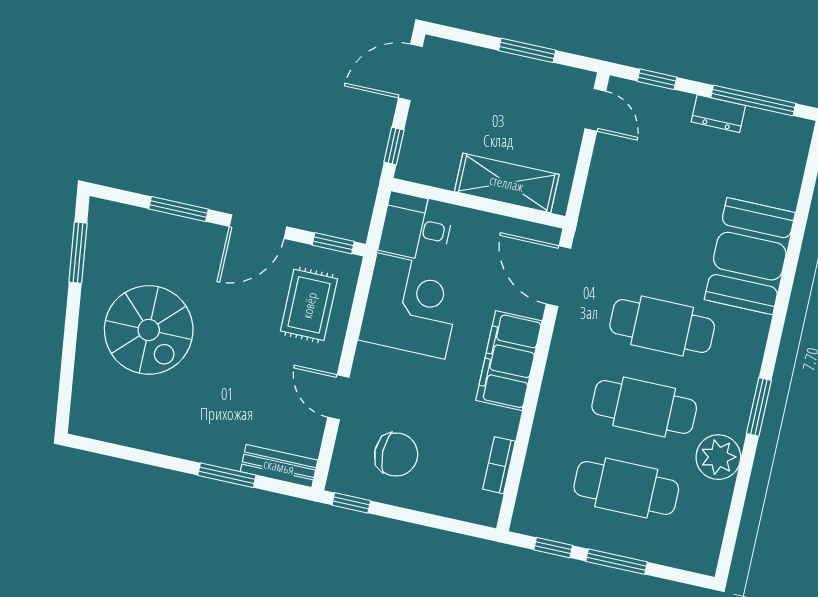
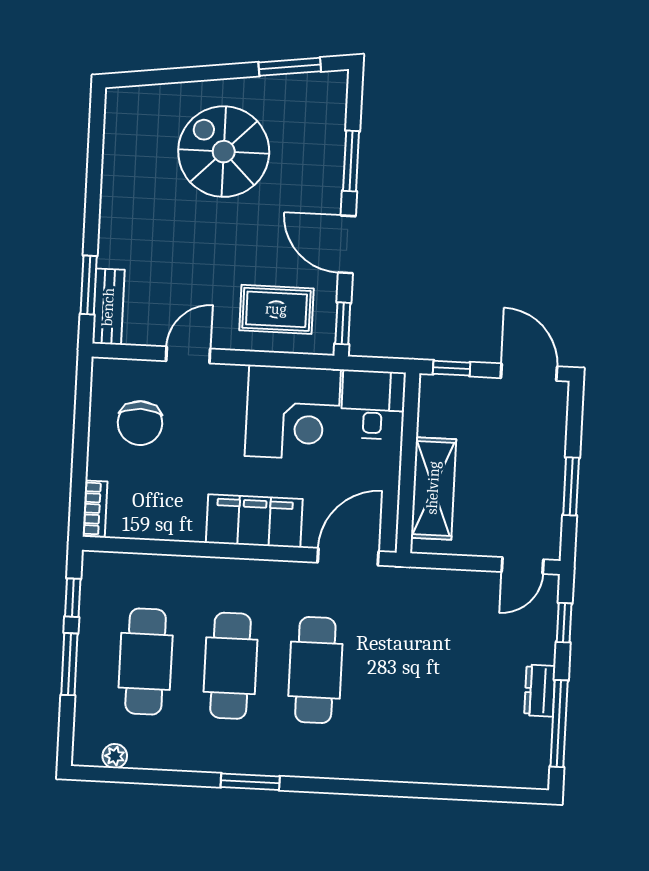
booth: (750, 256) -> (401, 747), removed
spiral stairs: (149, 330) -> (224, 152), turned 90
plant: (718, 457) -> (115, 756), moved, width x0.53, depth x0.53
bookcase: (499, 465) -> (95, 509), moved, turned 90
window: (227, 475) -> (89, 285), moved
window: (351, 503) -> (83, 386), removed

